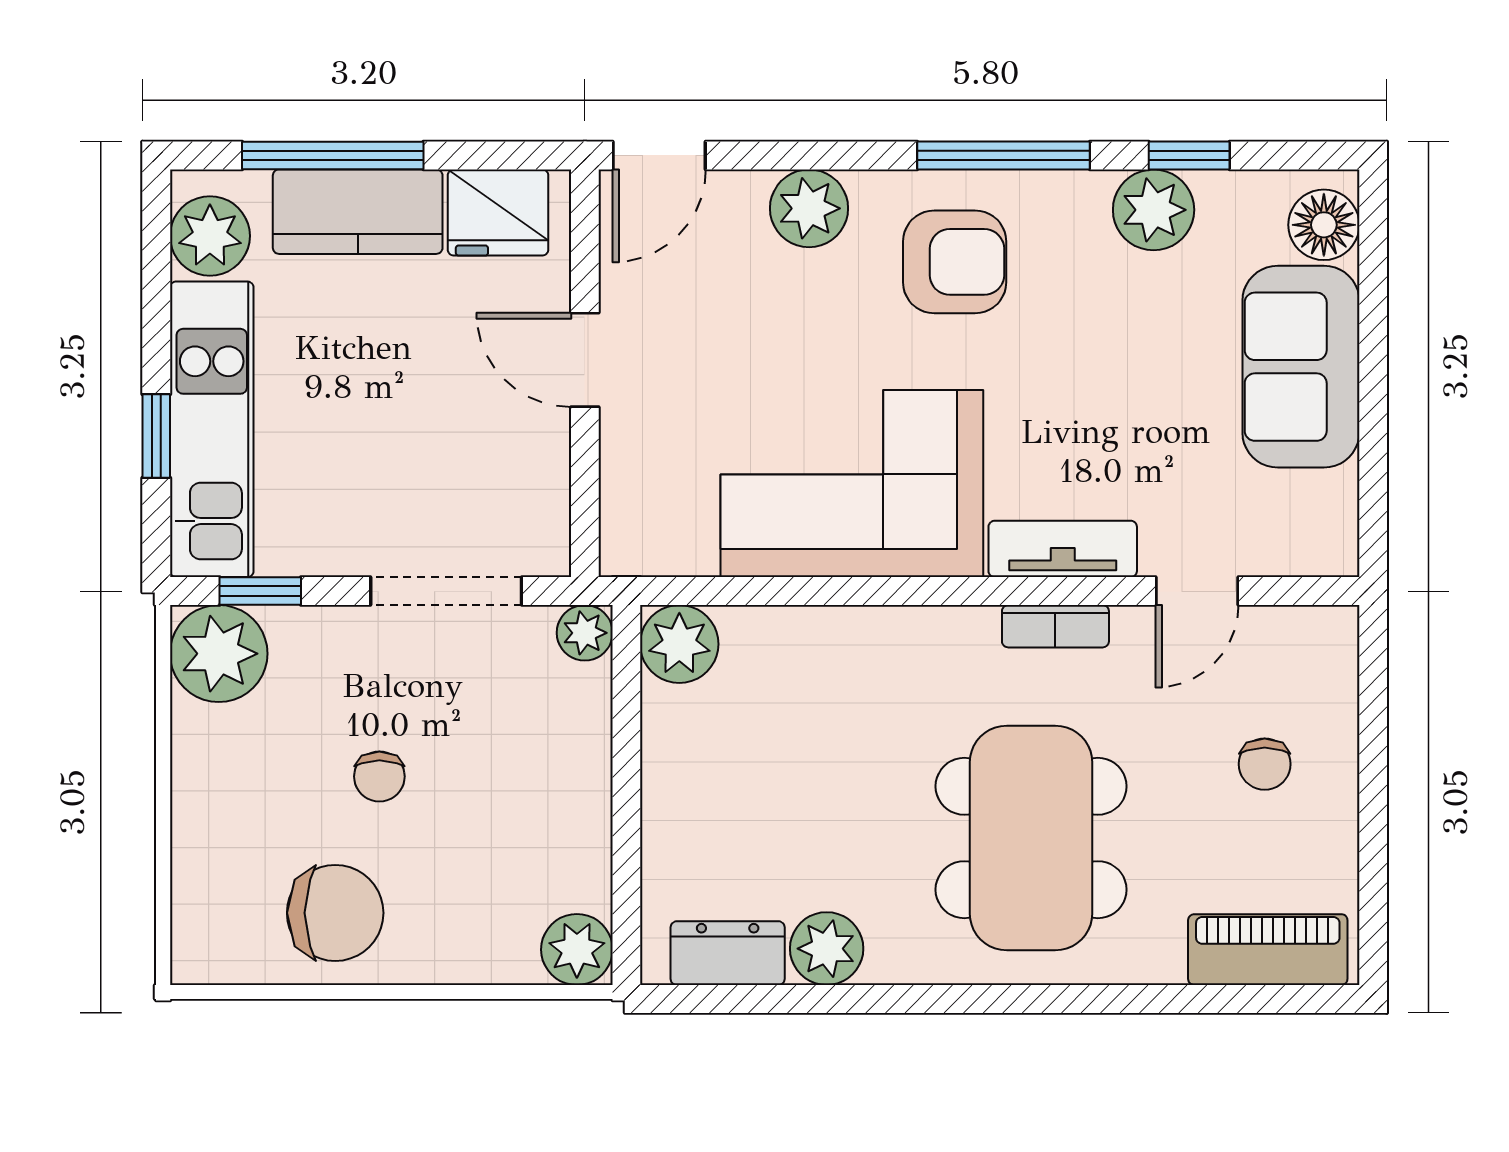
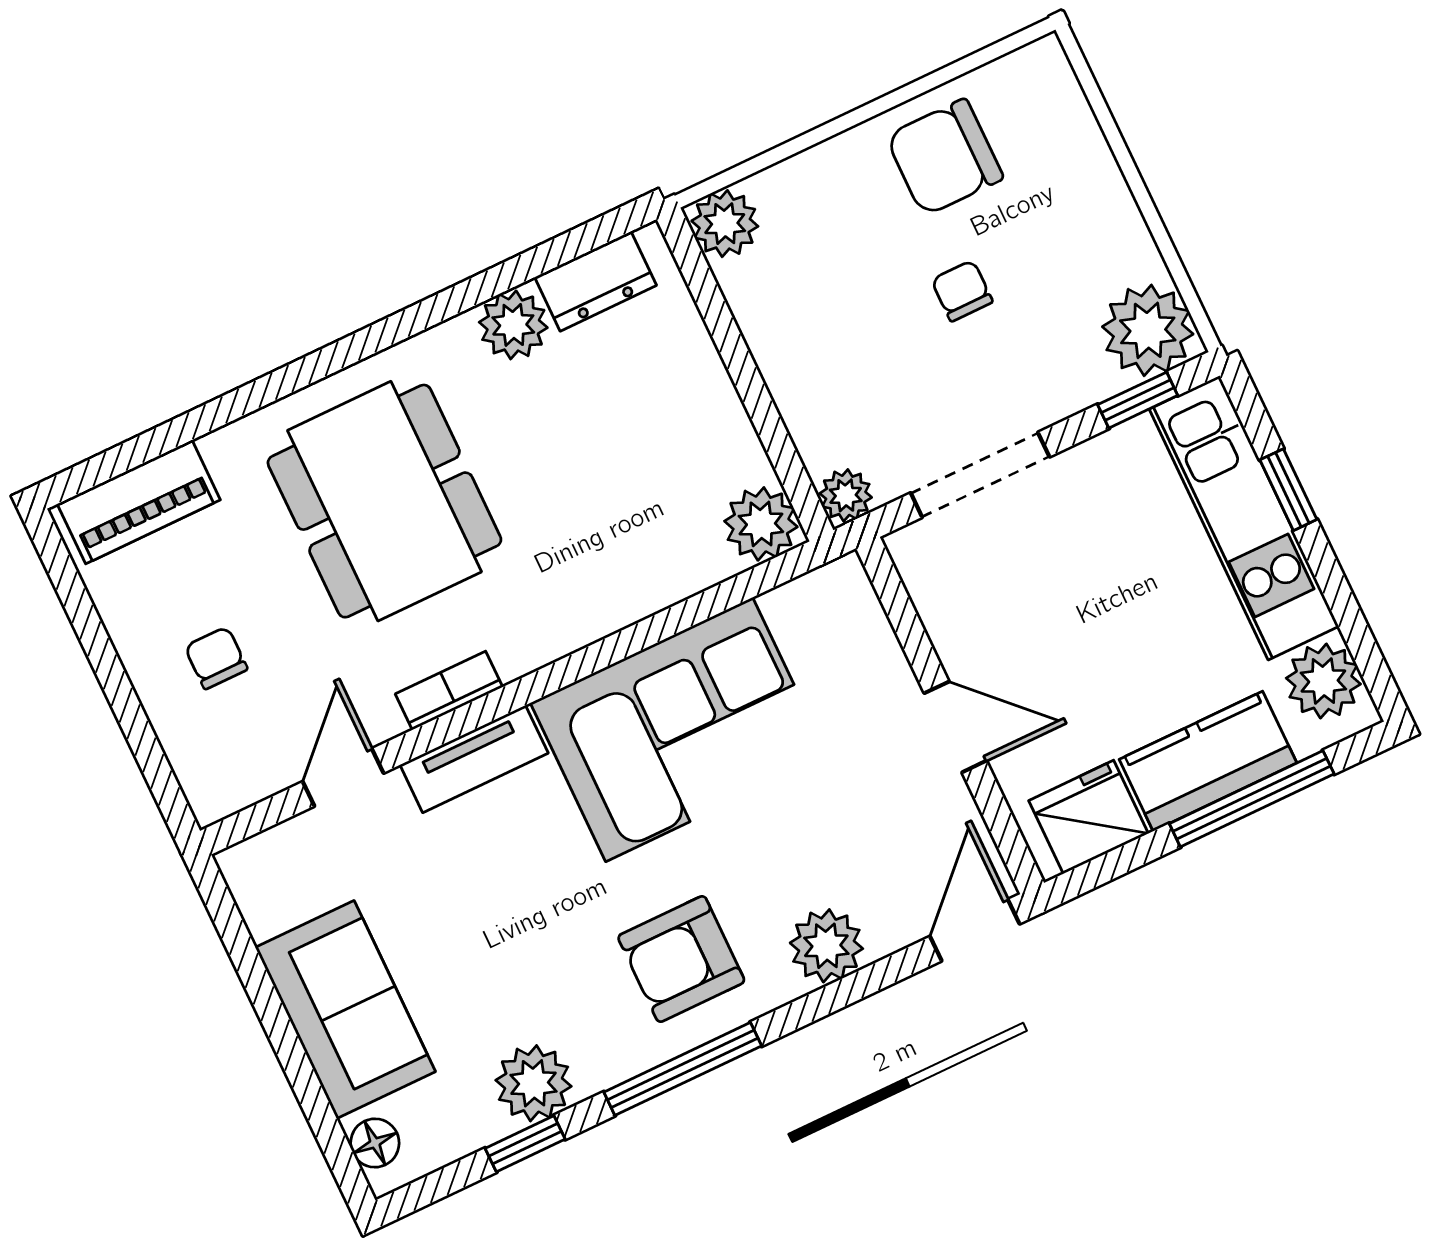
floor lamp: (1324, 225) -> (375, 1143), width x0.73, depth x0.73

